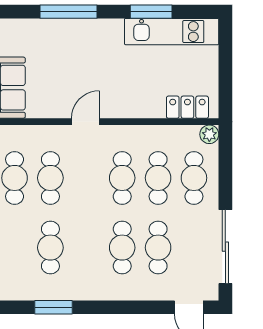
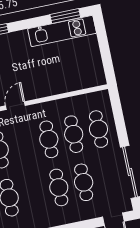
window: (151, 12) -> (65, 16), moved
locker: (187, 107) -> (84, 81), removed
plant: (209, 134) -> (103, 97), removed

